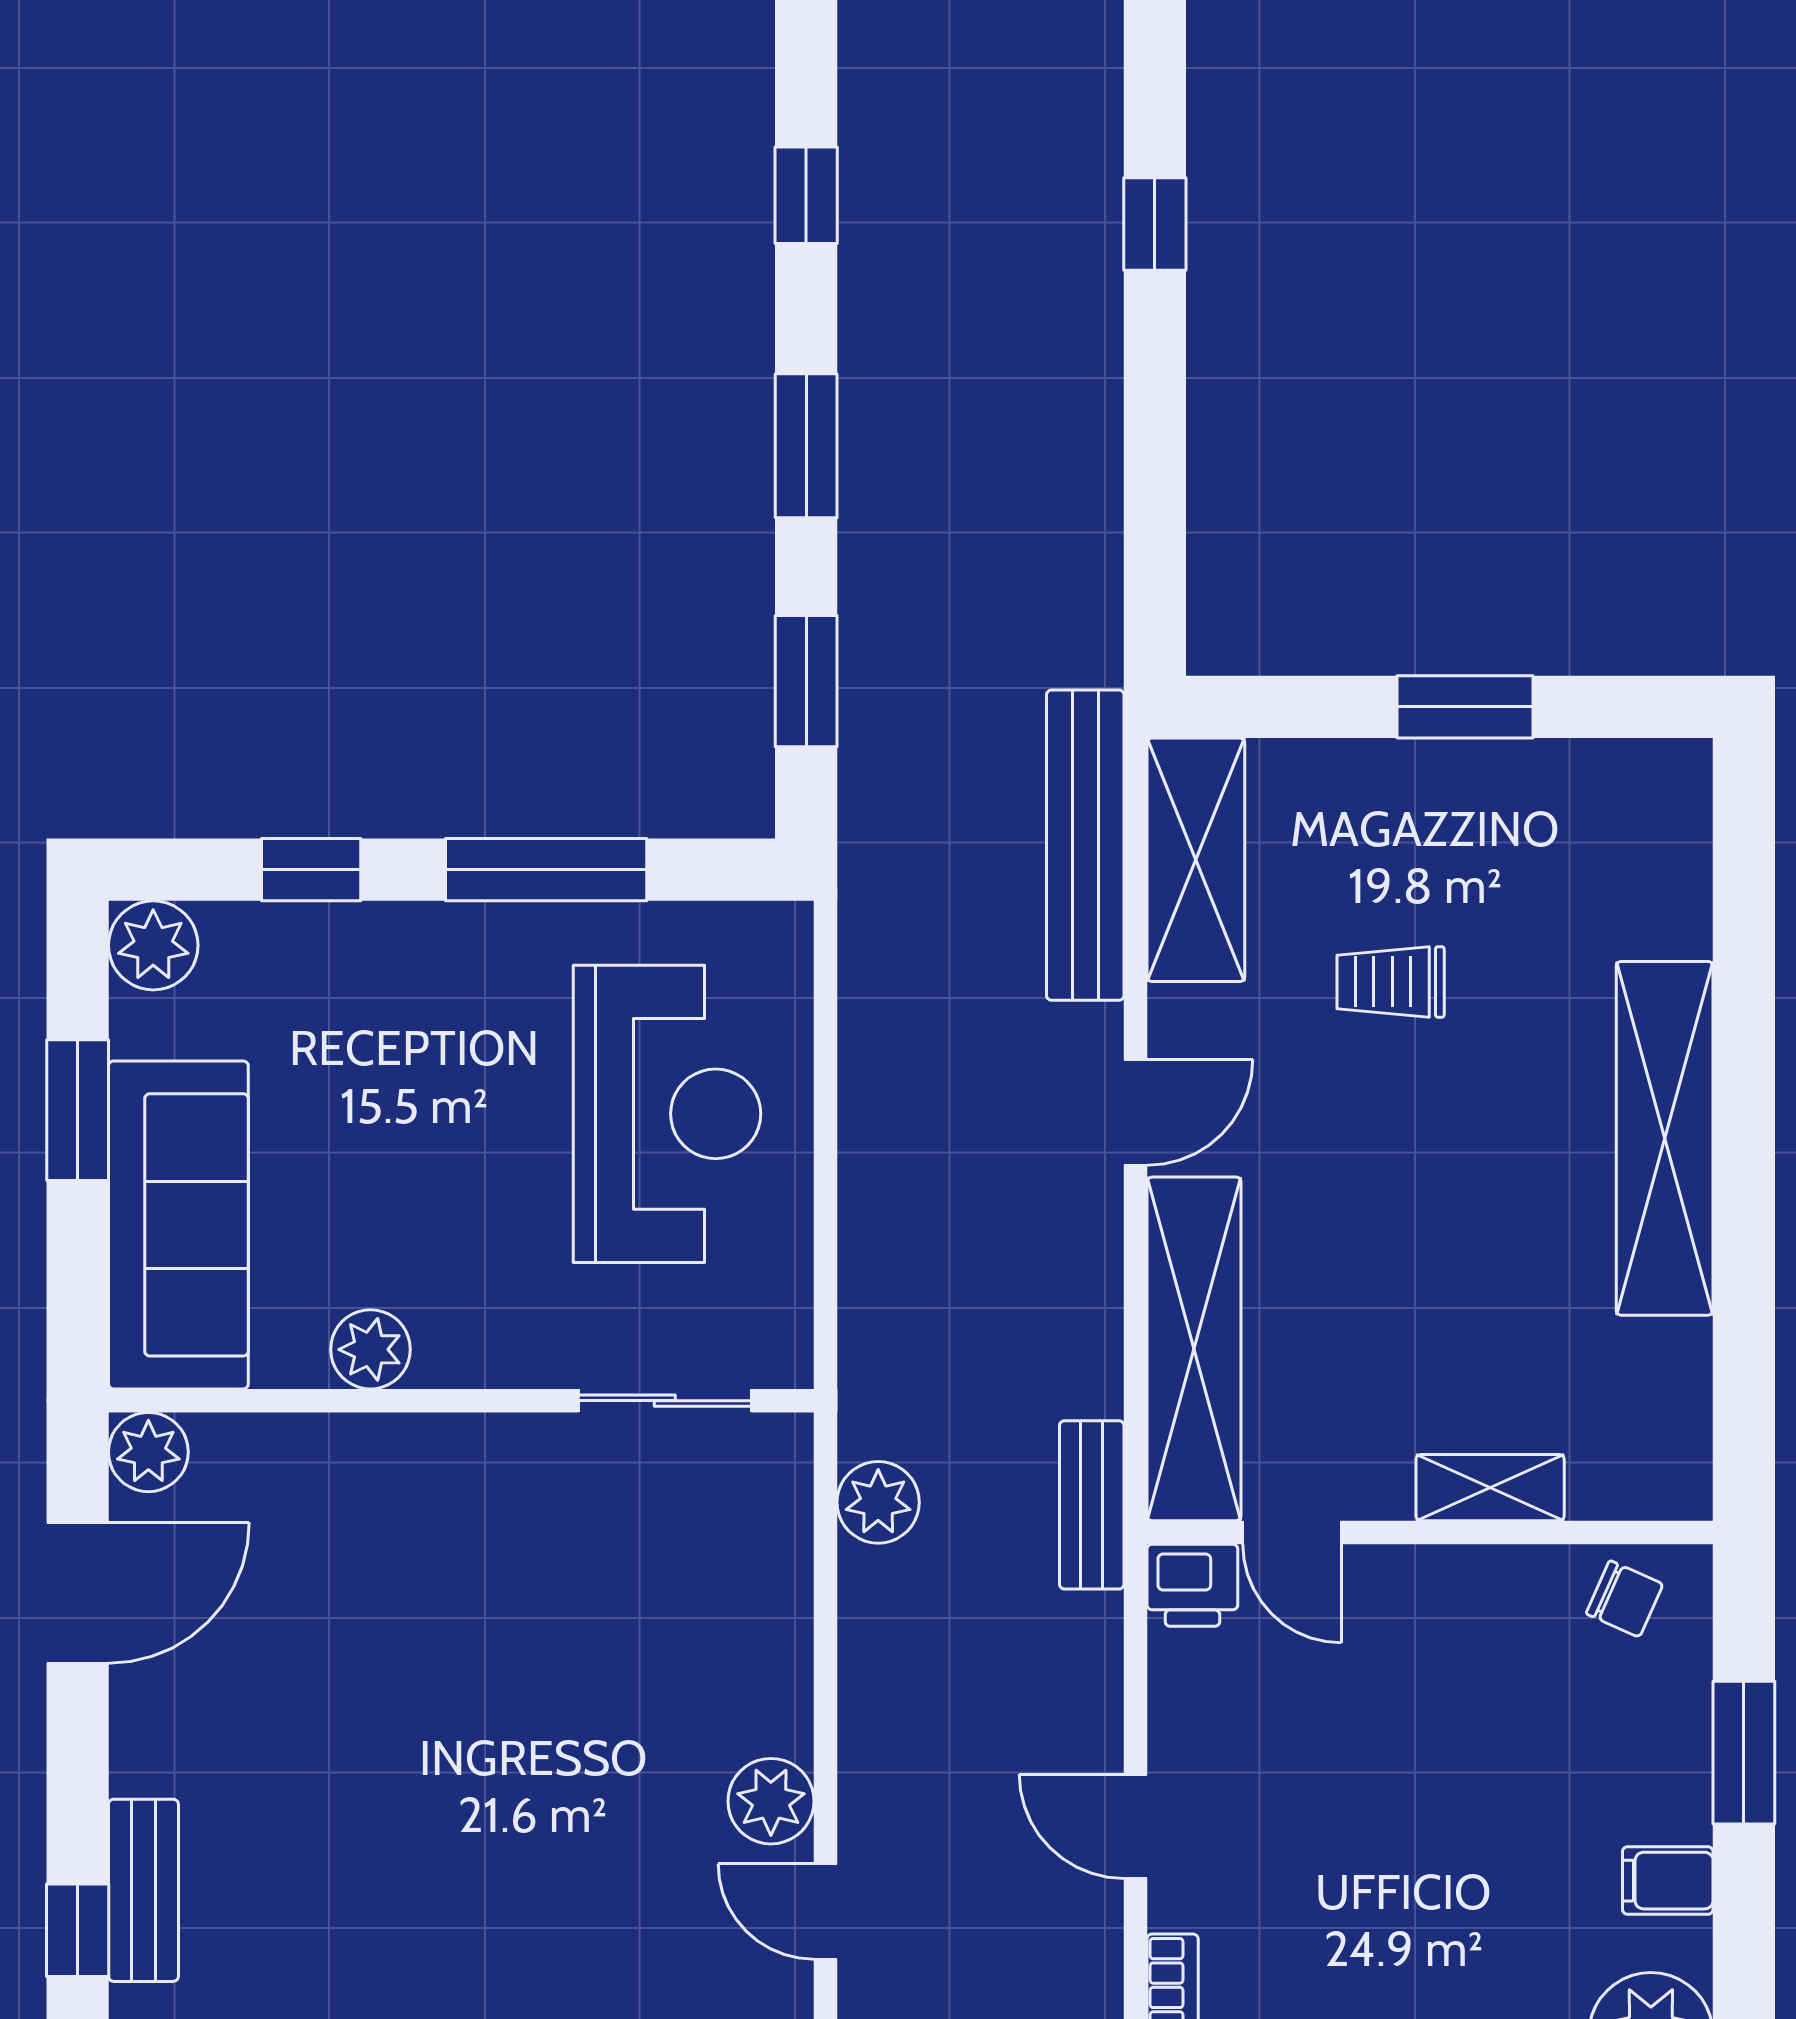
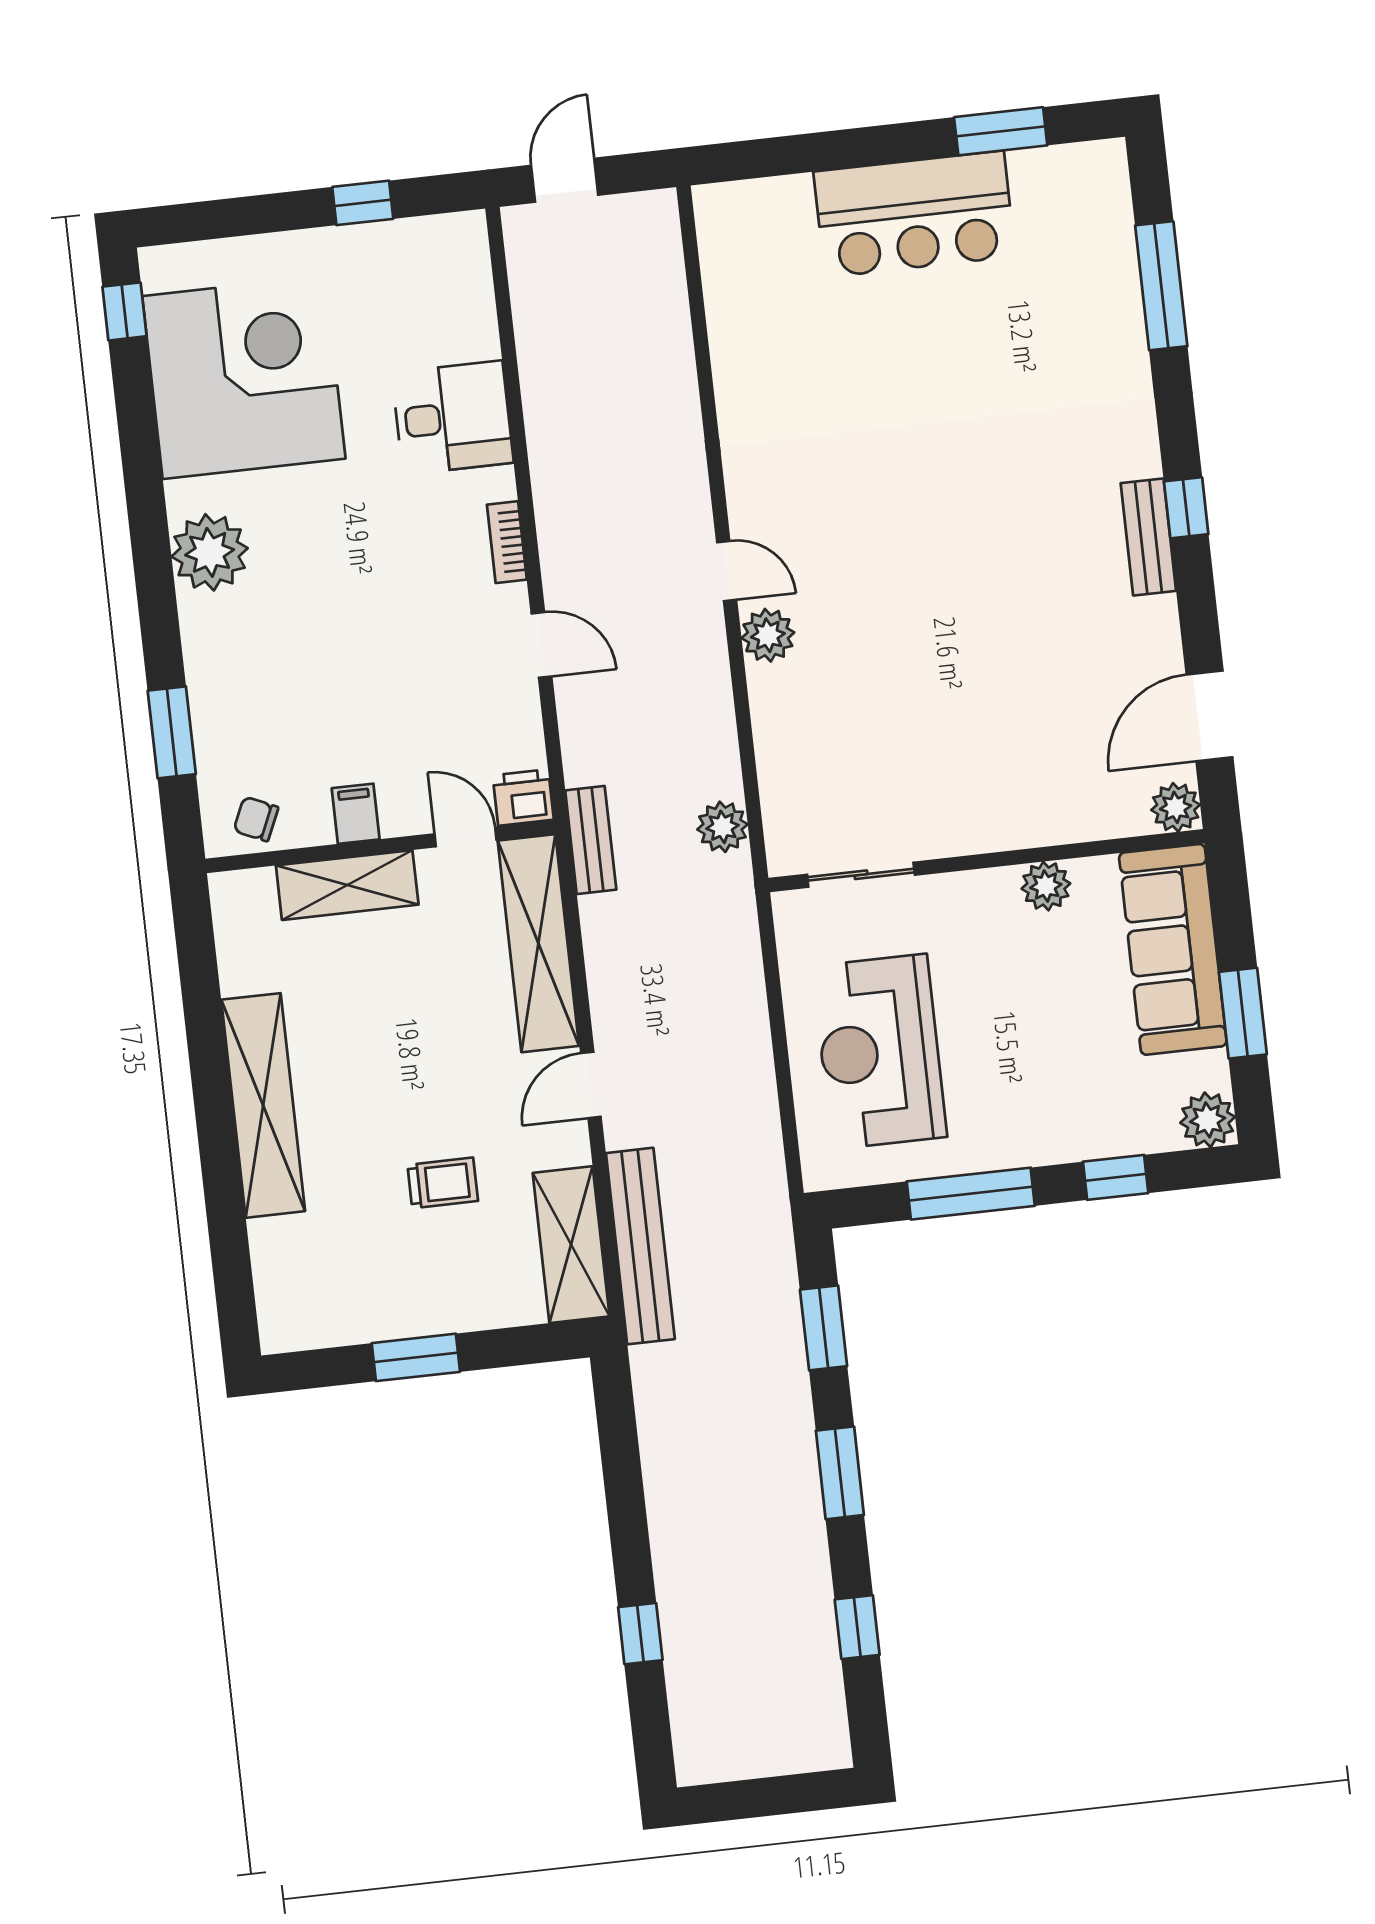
shelving: (1490, 1488) -> (347, 885), width x1.50, depth x1.33
filing cabinet: (1668, 1881) -> (356, 814), moved, turned -90

